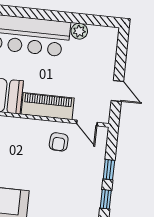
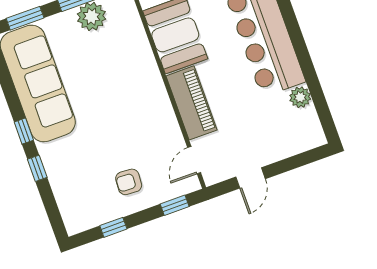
armchair: (59, 142) -> (129, 182), moved
window: (109, 170) -> (175, 205), moved

